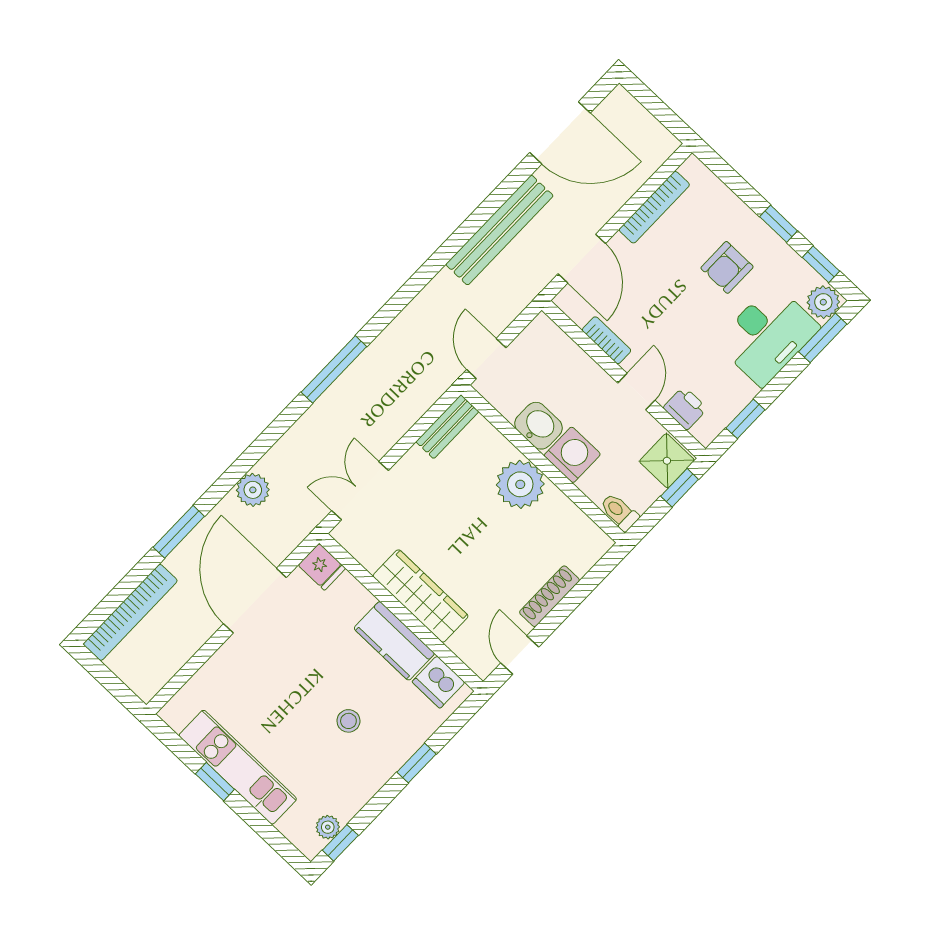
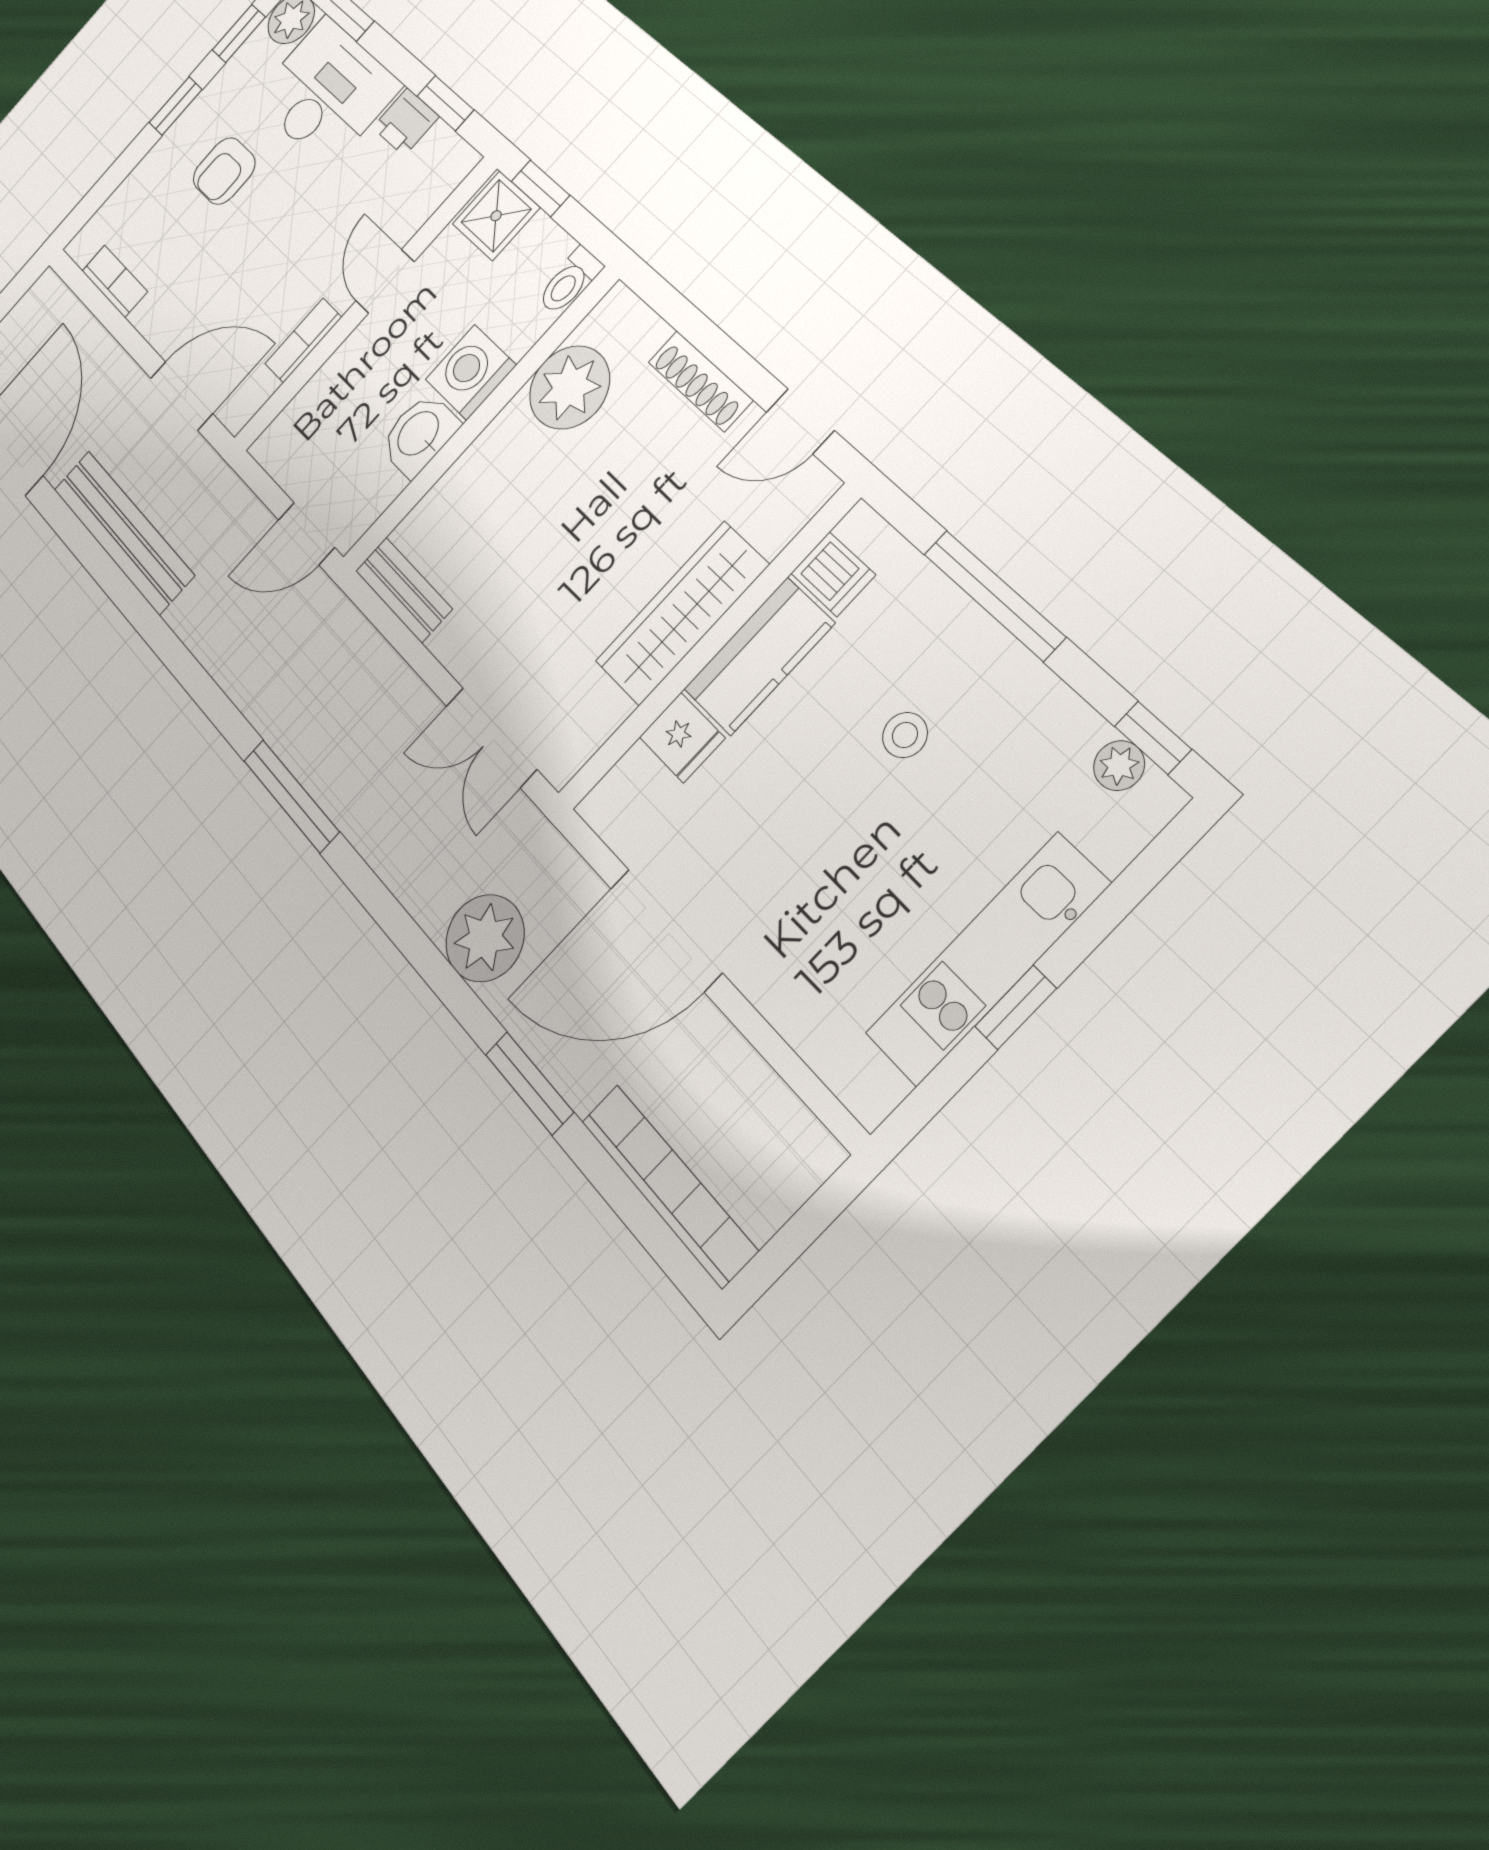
bookcase: (654, 207) -> (115, 281), width x0.64
armchair: (727, 267) -> (224, 171), turned 90
door: (636, 392) -> (385, 281), hinge flipped
printer: (685, 408) -> (406, 122), moved, turned -90
plant: (520, 484) -> (569, 387), moved
plant: (253, 490) -> (485, 938), width x1.36, depth x1.36
fridge: (322, 567) -> (682, 738), moved, turned 90
dishwasher: (438, 682) -> (833, 574), width x0.73
window: (416, 763) -> (994, 595), width x2.17

